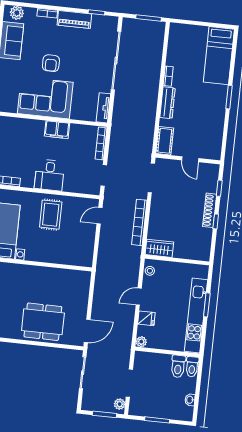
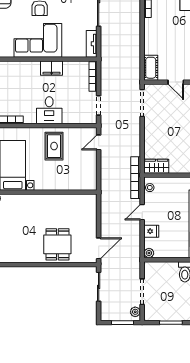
dresser: (167, 103) -> (150, 33), removed
bookcase: (139, 222) -> (136, 178), moved
dining table: (43, 322) -> (57, 244), width x0.73

